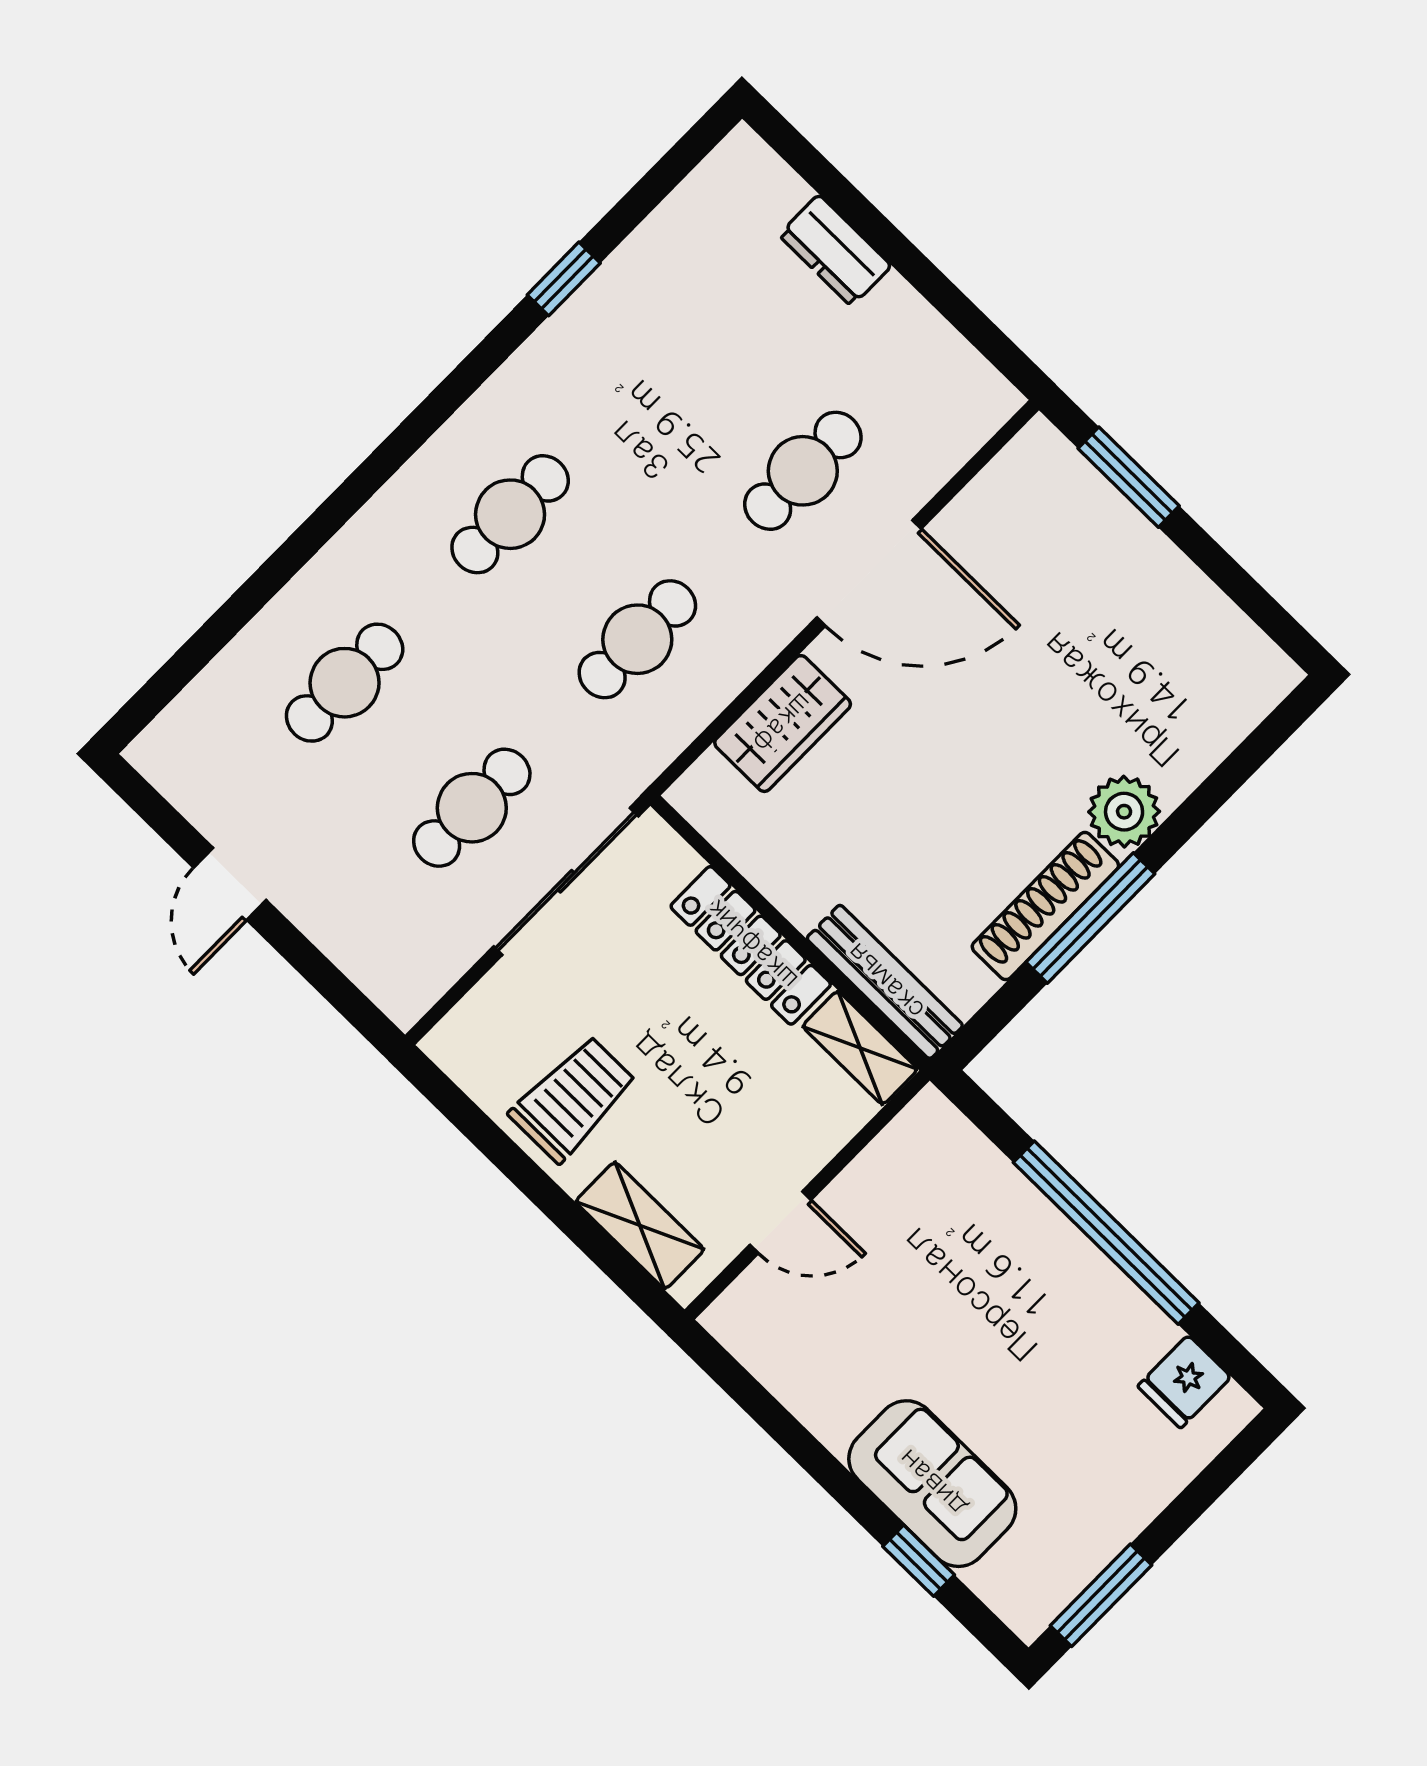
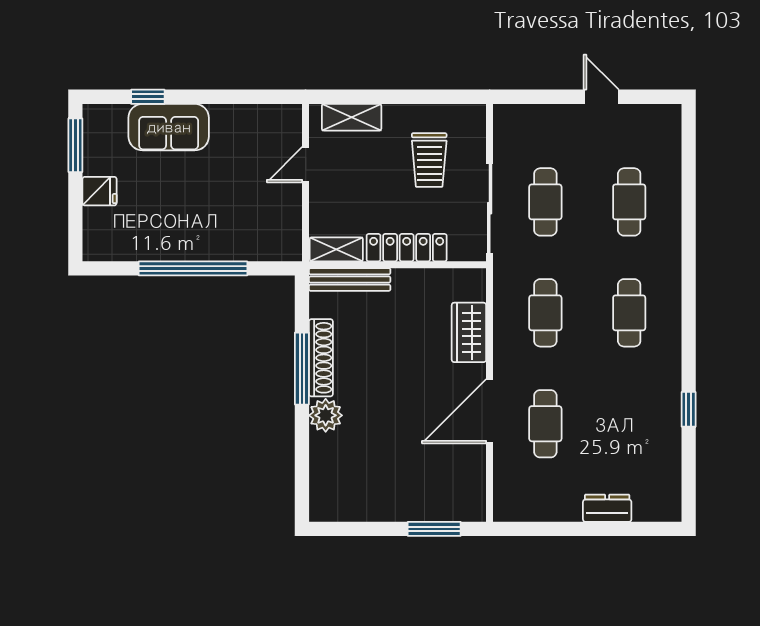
trolley: (573, 1099) -> (429, 160), moved
fridge: (1184, 1382) -> (100, 191), moved, turned 90

